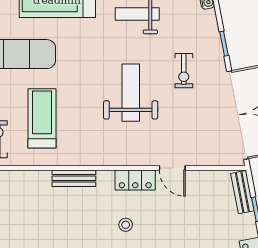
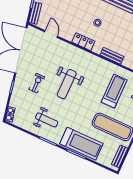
treadmill: (42, 118) -> (114, 91), turned 180
door: (172, 168) -> (51, 34), moved

